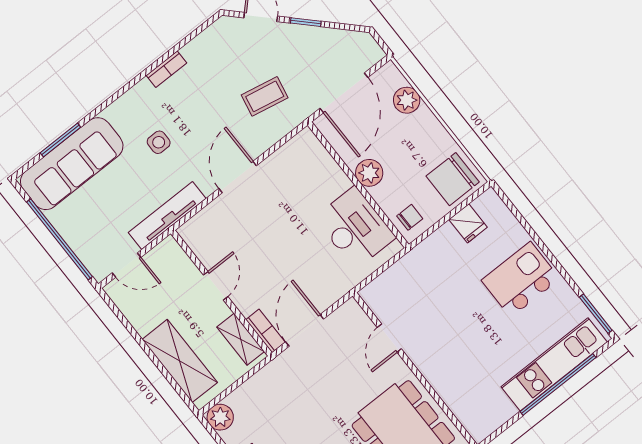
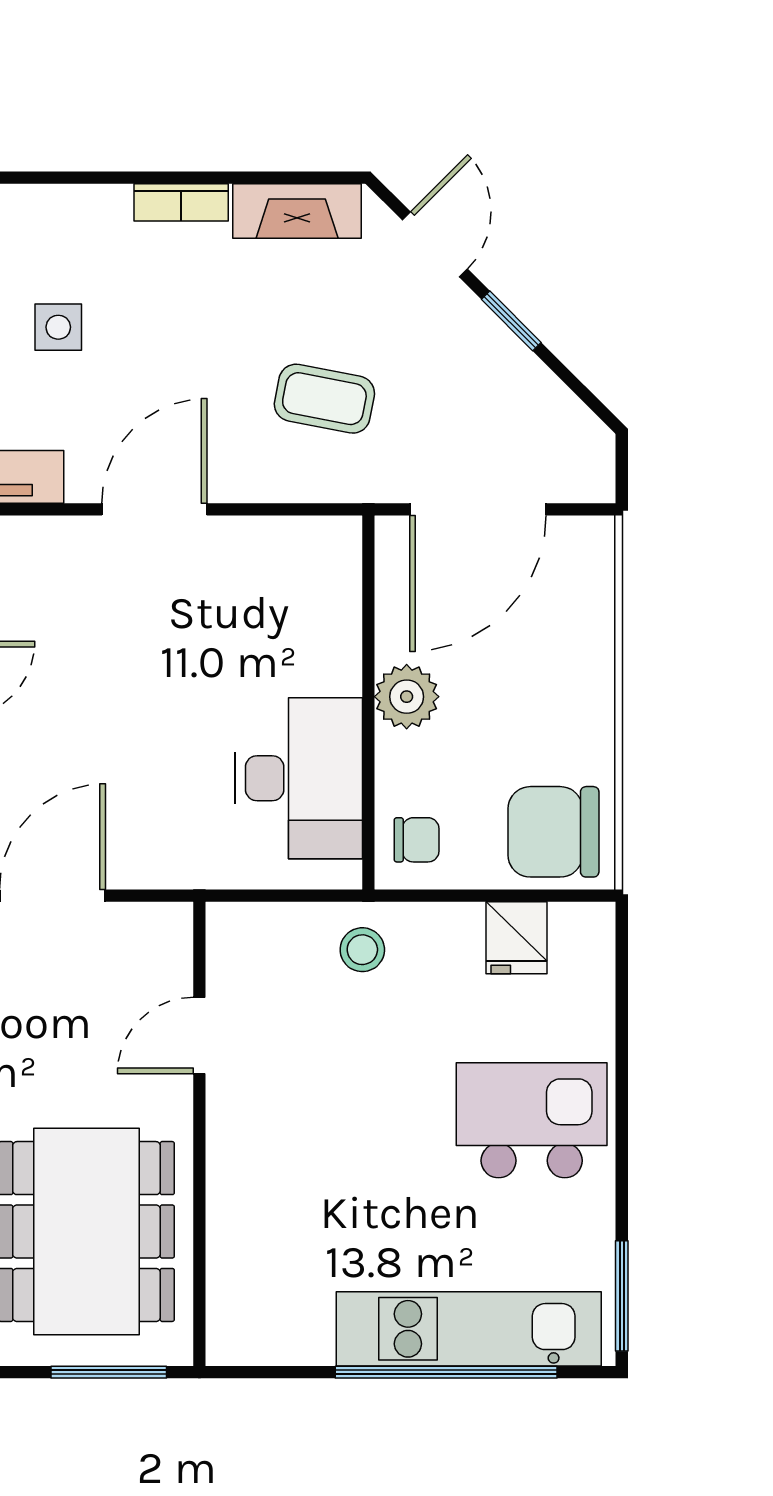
fireplace: (207, 42) -> (297, 211), added
plant: (407, 100) -> (584, 616), removed
stool: (421, 268) -> (362, 950), added

